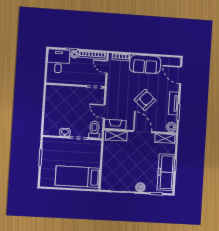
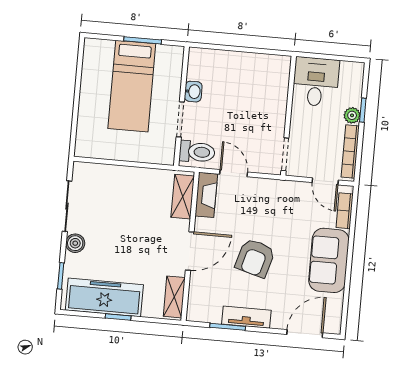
desk: (58, 61) -> (316, 82), moved, turned -90
door: (107, 67) -> (325, 181), swing flipped
armchair: (145, 100) -> (255, 258), turned 63
door: (104, 111) -> (234, 173), hinge flipped
plant: (171, 127) -> (197, 311), removed
bed: (77, 177) -> (132, 86), moved, turned 180

